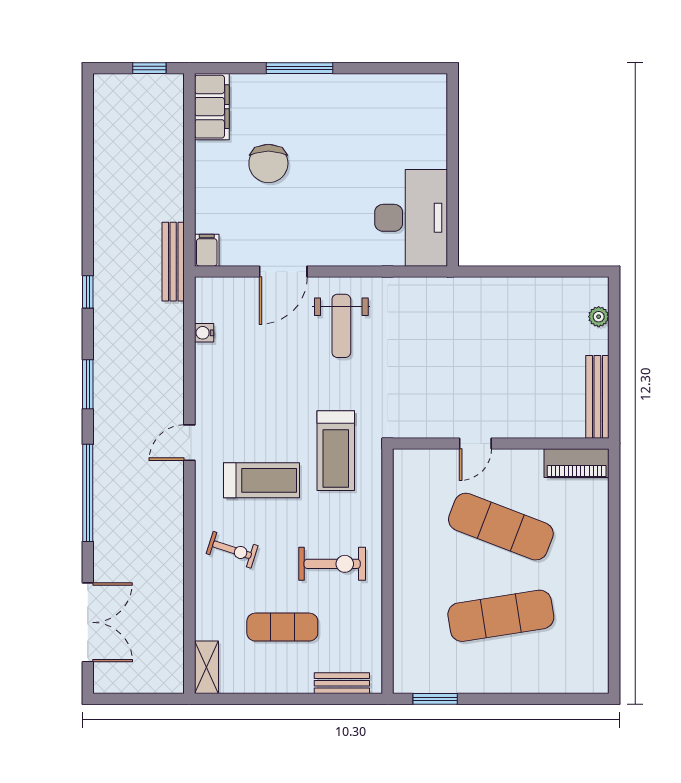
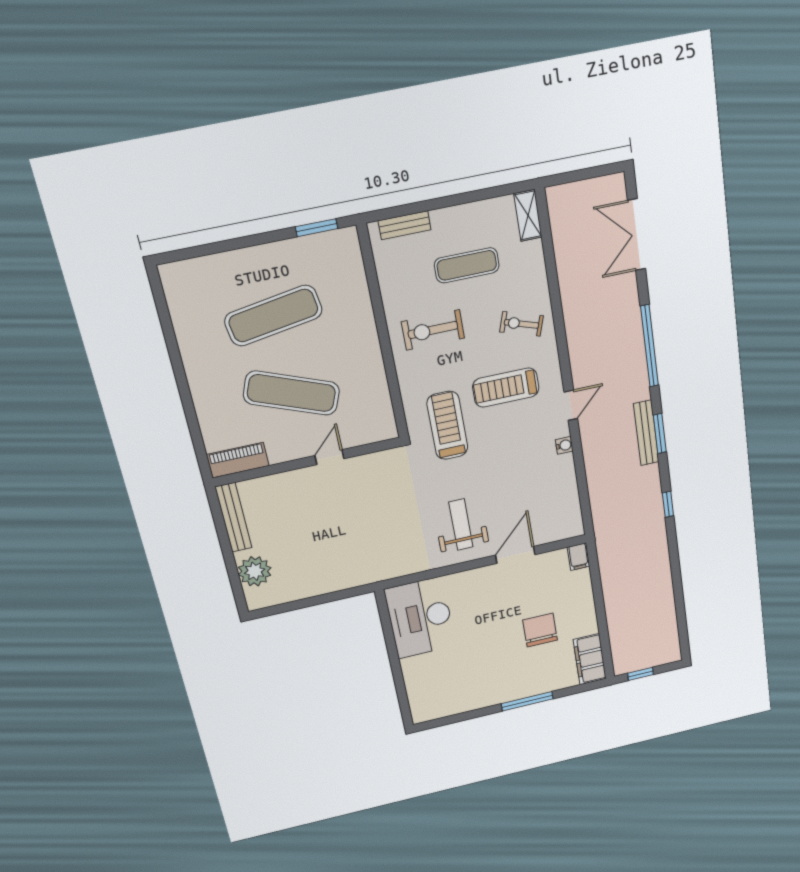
bench: (173, 262) -> (646, 433), moved
plant: (599, 317) -> (255, 571), width x1.88, depth x1.88
water cooler: (204, 333) -> (564, 445), moved

